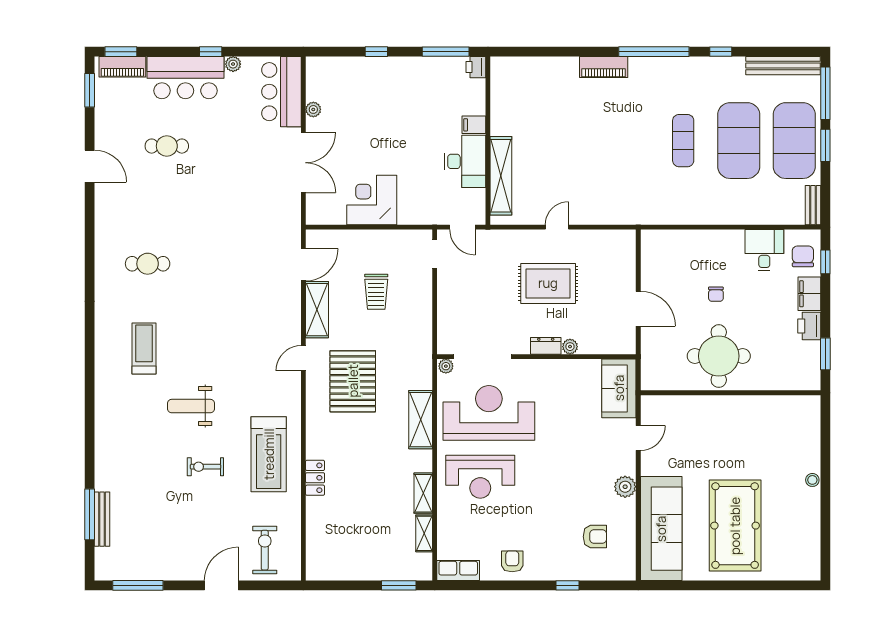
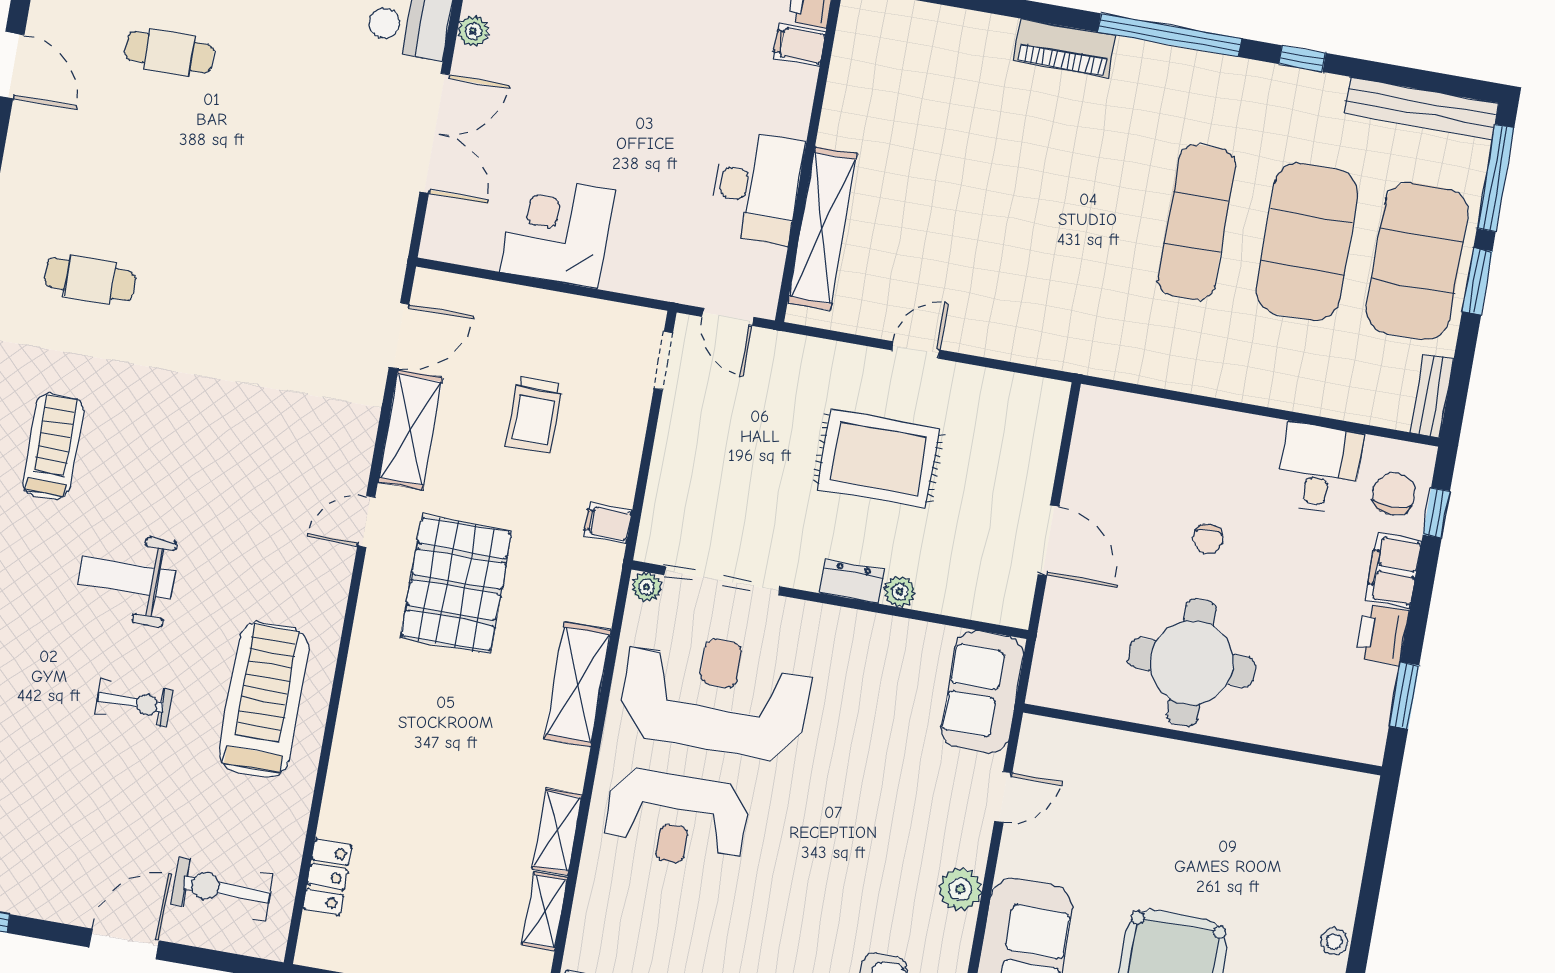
filing cabinet: (474, 125) -> (799, 45), moved
exercise mat: (683, 141) -> (1197, 222), width x1.36, depth x1.45
filing cabinet: (421, 338) -> (608, 523), added
treadmill: (269, 454) -> (264, 700), turned 180
exercise bike: (205, 467) -> (134, 702), turned 180
locker: (315, 478) -> (327, 877), moved
exercise bike: (265, 550) -> (222, 889), turned -90

